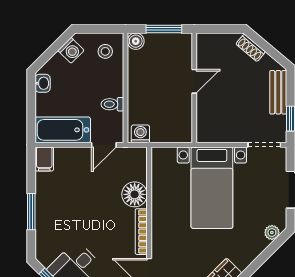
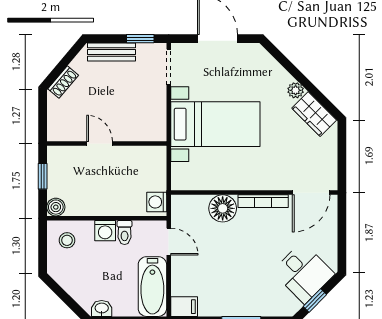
window: (164, 29) -> (43, 176), width x0.67
washing machine: (71, 50) -> (105, 231), moved, turned 135
plant: (272, 232) -> (296, 90), moved

